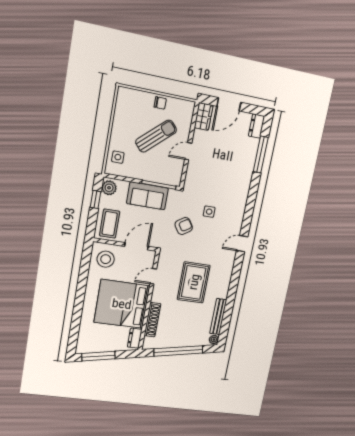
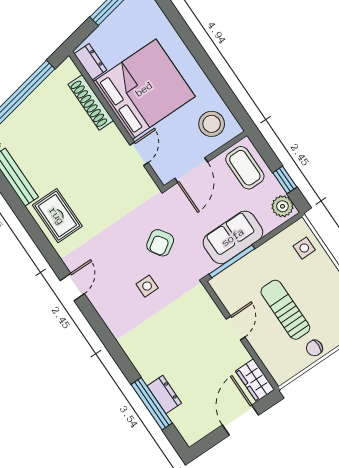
dresser: (257, 126) -> (164, 395), moved
sun lounger: (156, 136) -> (285, 310), turned 132
rug: (194, 282) -> (57, 216), moved, width x0.73, depth x0.70

